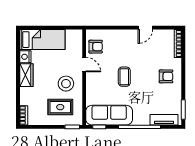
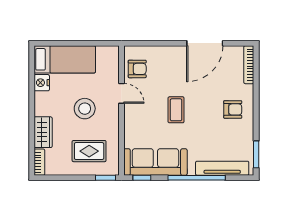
door: (145, 28) -> (205, 43), width x1.88
wardrobe: (26, 75) -> (43, 132), moved
stool: (66, 84) -> (85, 109), moved
tv unit: (164, 120) -> (222, 168), width x1.41

